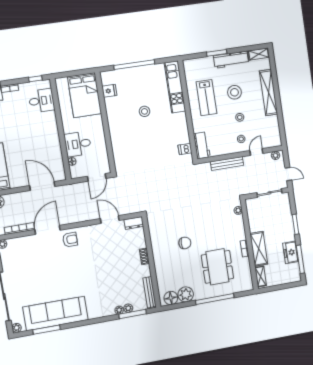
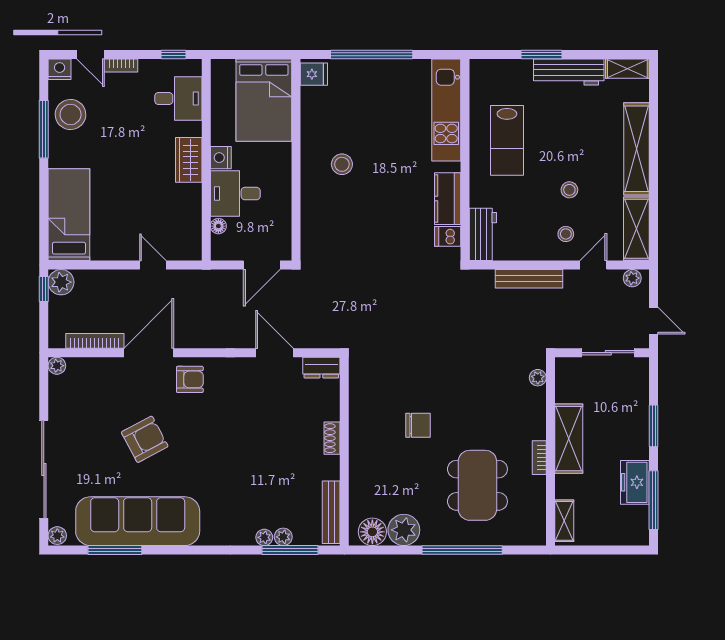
fridge: (109, 91) -> (314, 74), moved
stool: (234, 92) -> (566, 138), removed
stool: (144, 111) -> (342, 164), moved
nightstand: (68, 127) -> (221, 158), added
kitchen counter: (182, 130) -> (448, 199), added
wardrobe: (52, 131) -> (189, 160), added
shelving: (274, 131) -> (636, 229), added
door: (42, 186) -> (153, 265), width x0.53
shelving: (259, 249) -> (569, 439), moved
armchair: (52, 273) -> (145, 439), added

